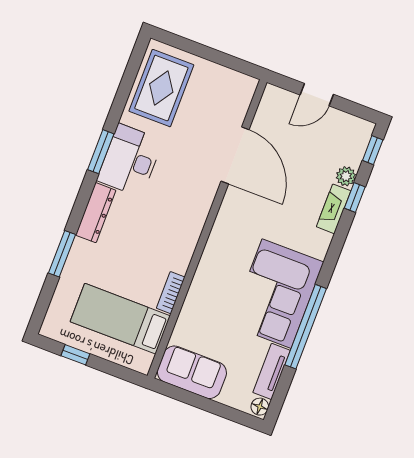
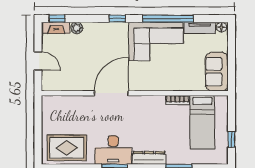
door: (235, 155) -> (111, 93), moved
window: (355, 198) -> (117, 19), moved
fireplace: (334, 209) -> (56, 28), moved

